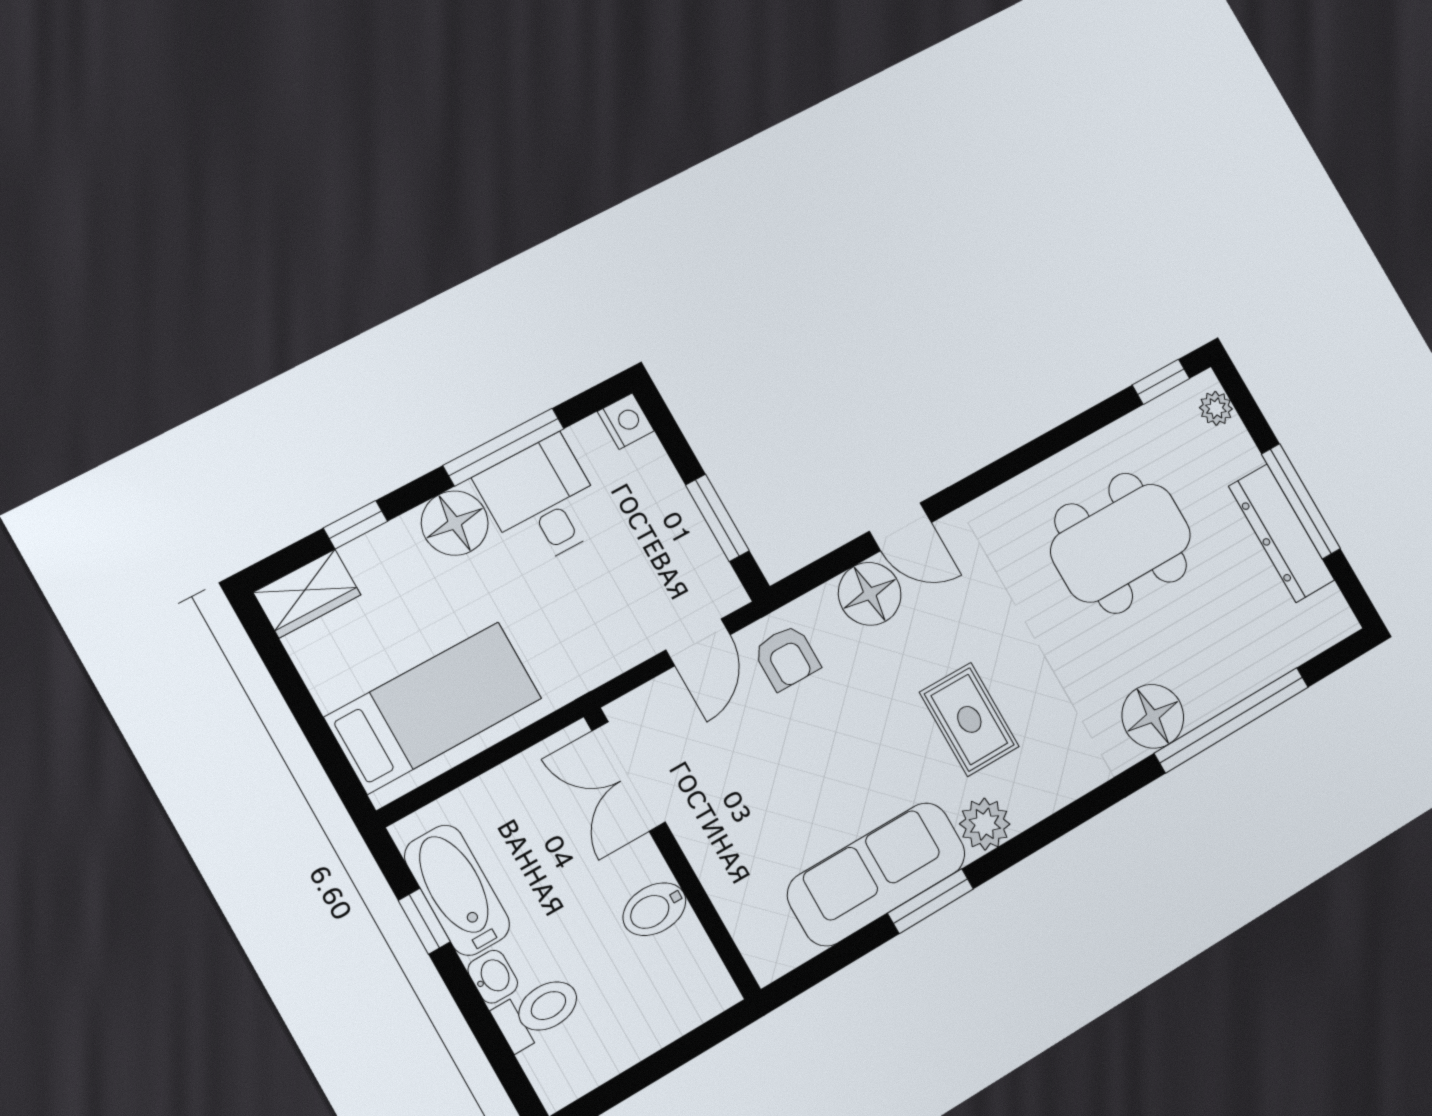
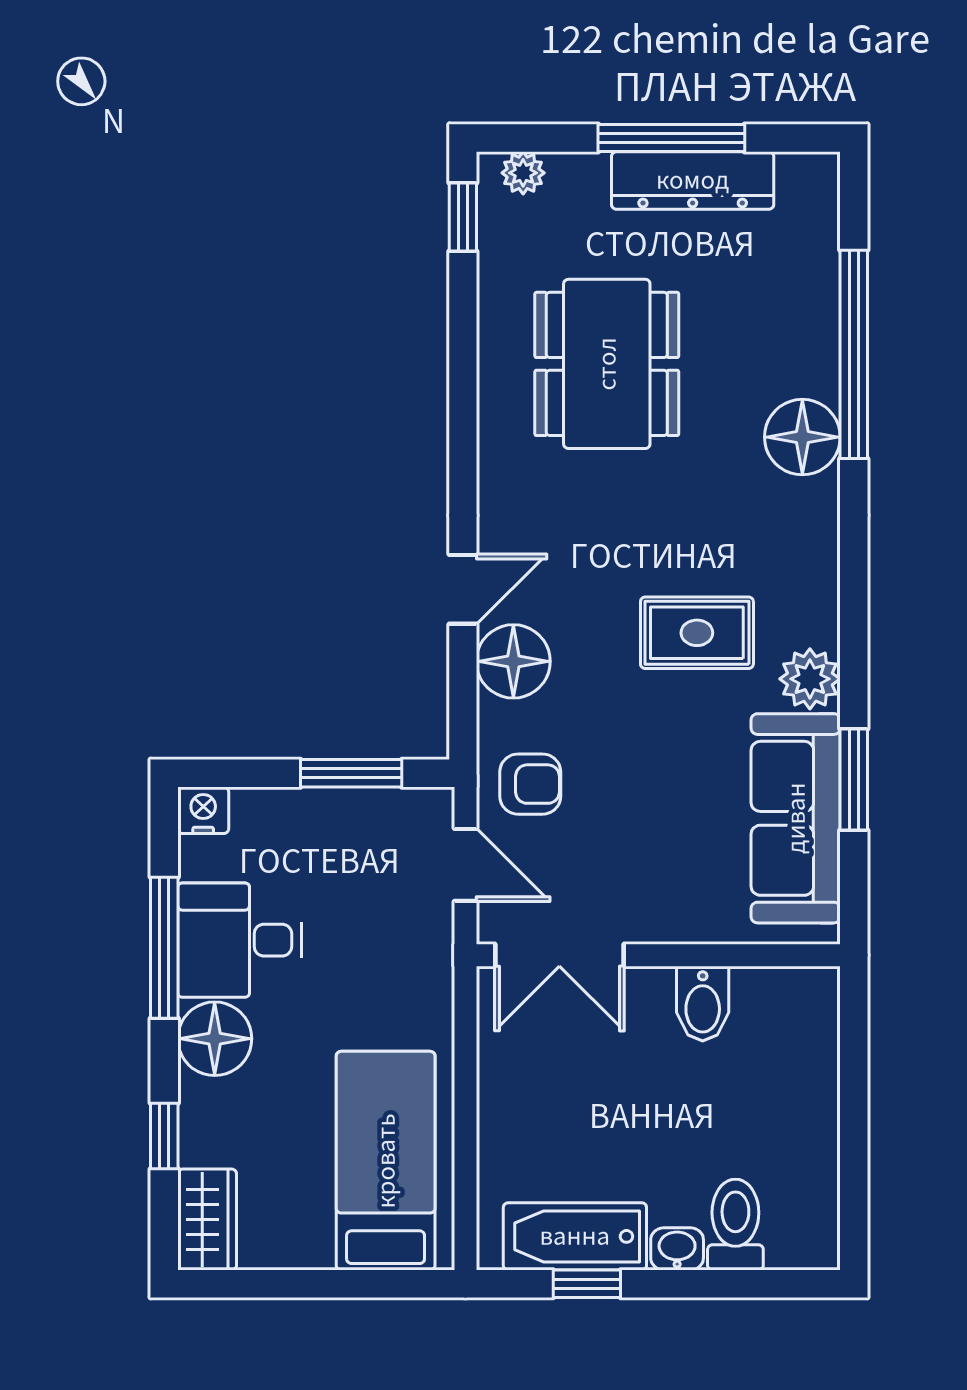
double door: (629, 776) -> (559, 955), moved
wall: (672, 853) -> (658, 955), moved
bidet: (654, 909) -> (703, 1004), moved

